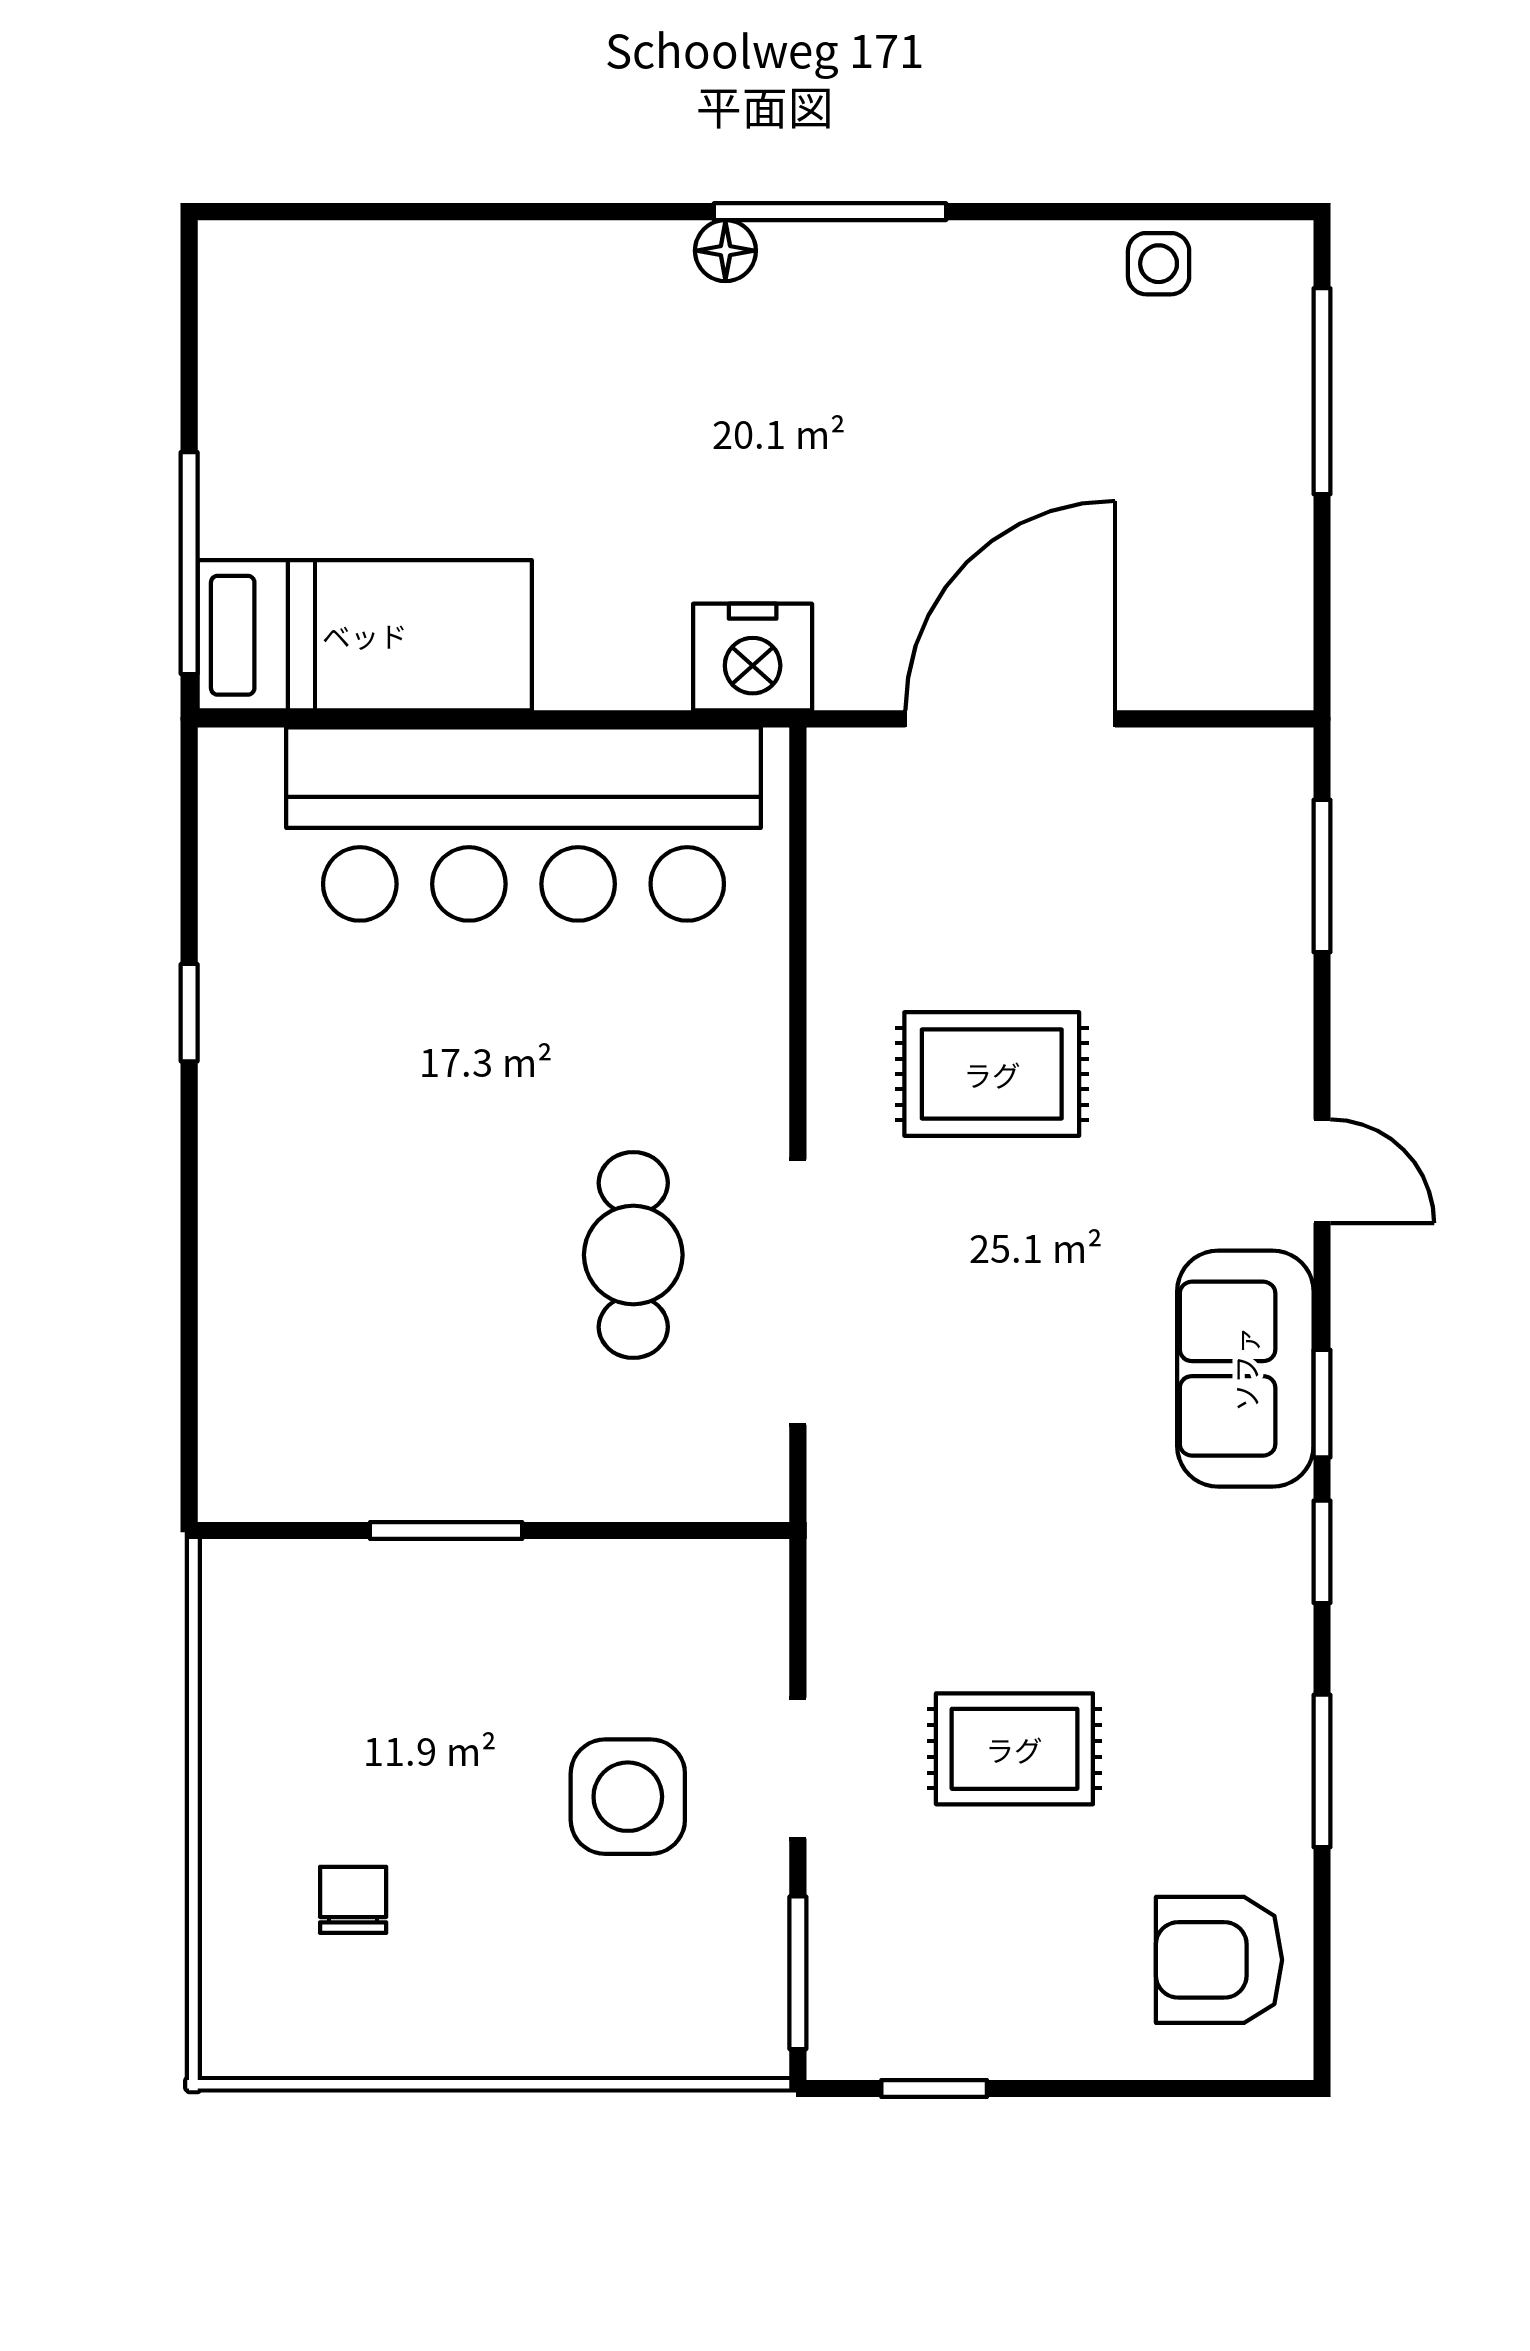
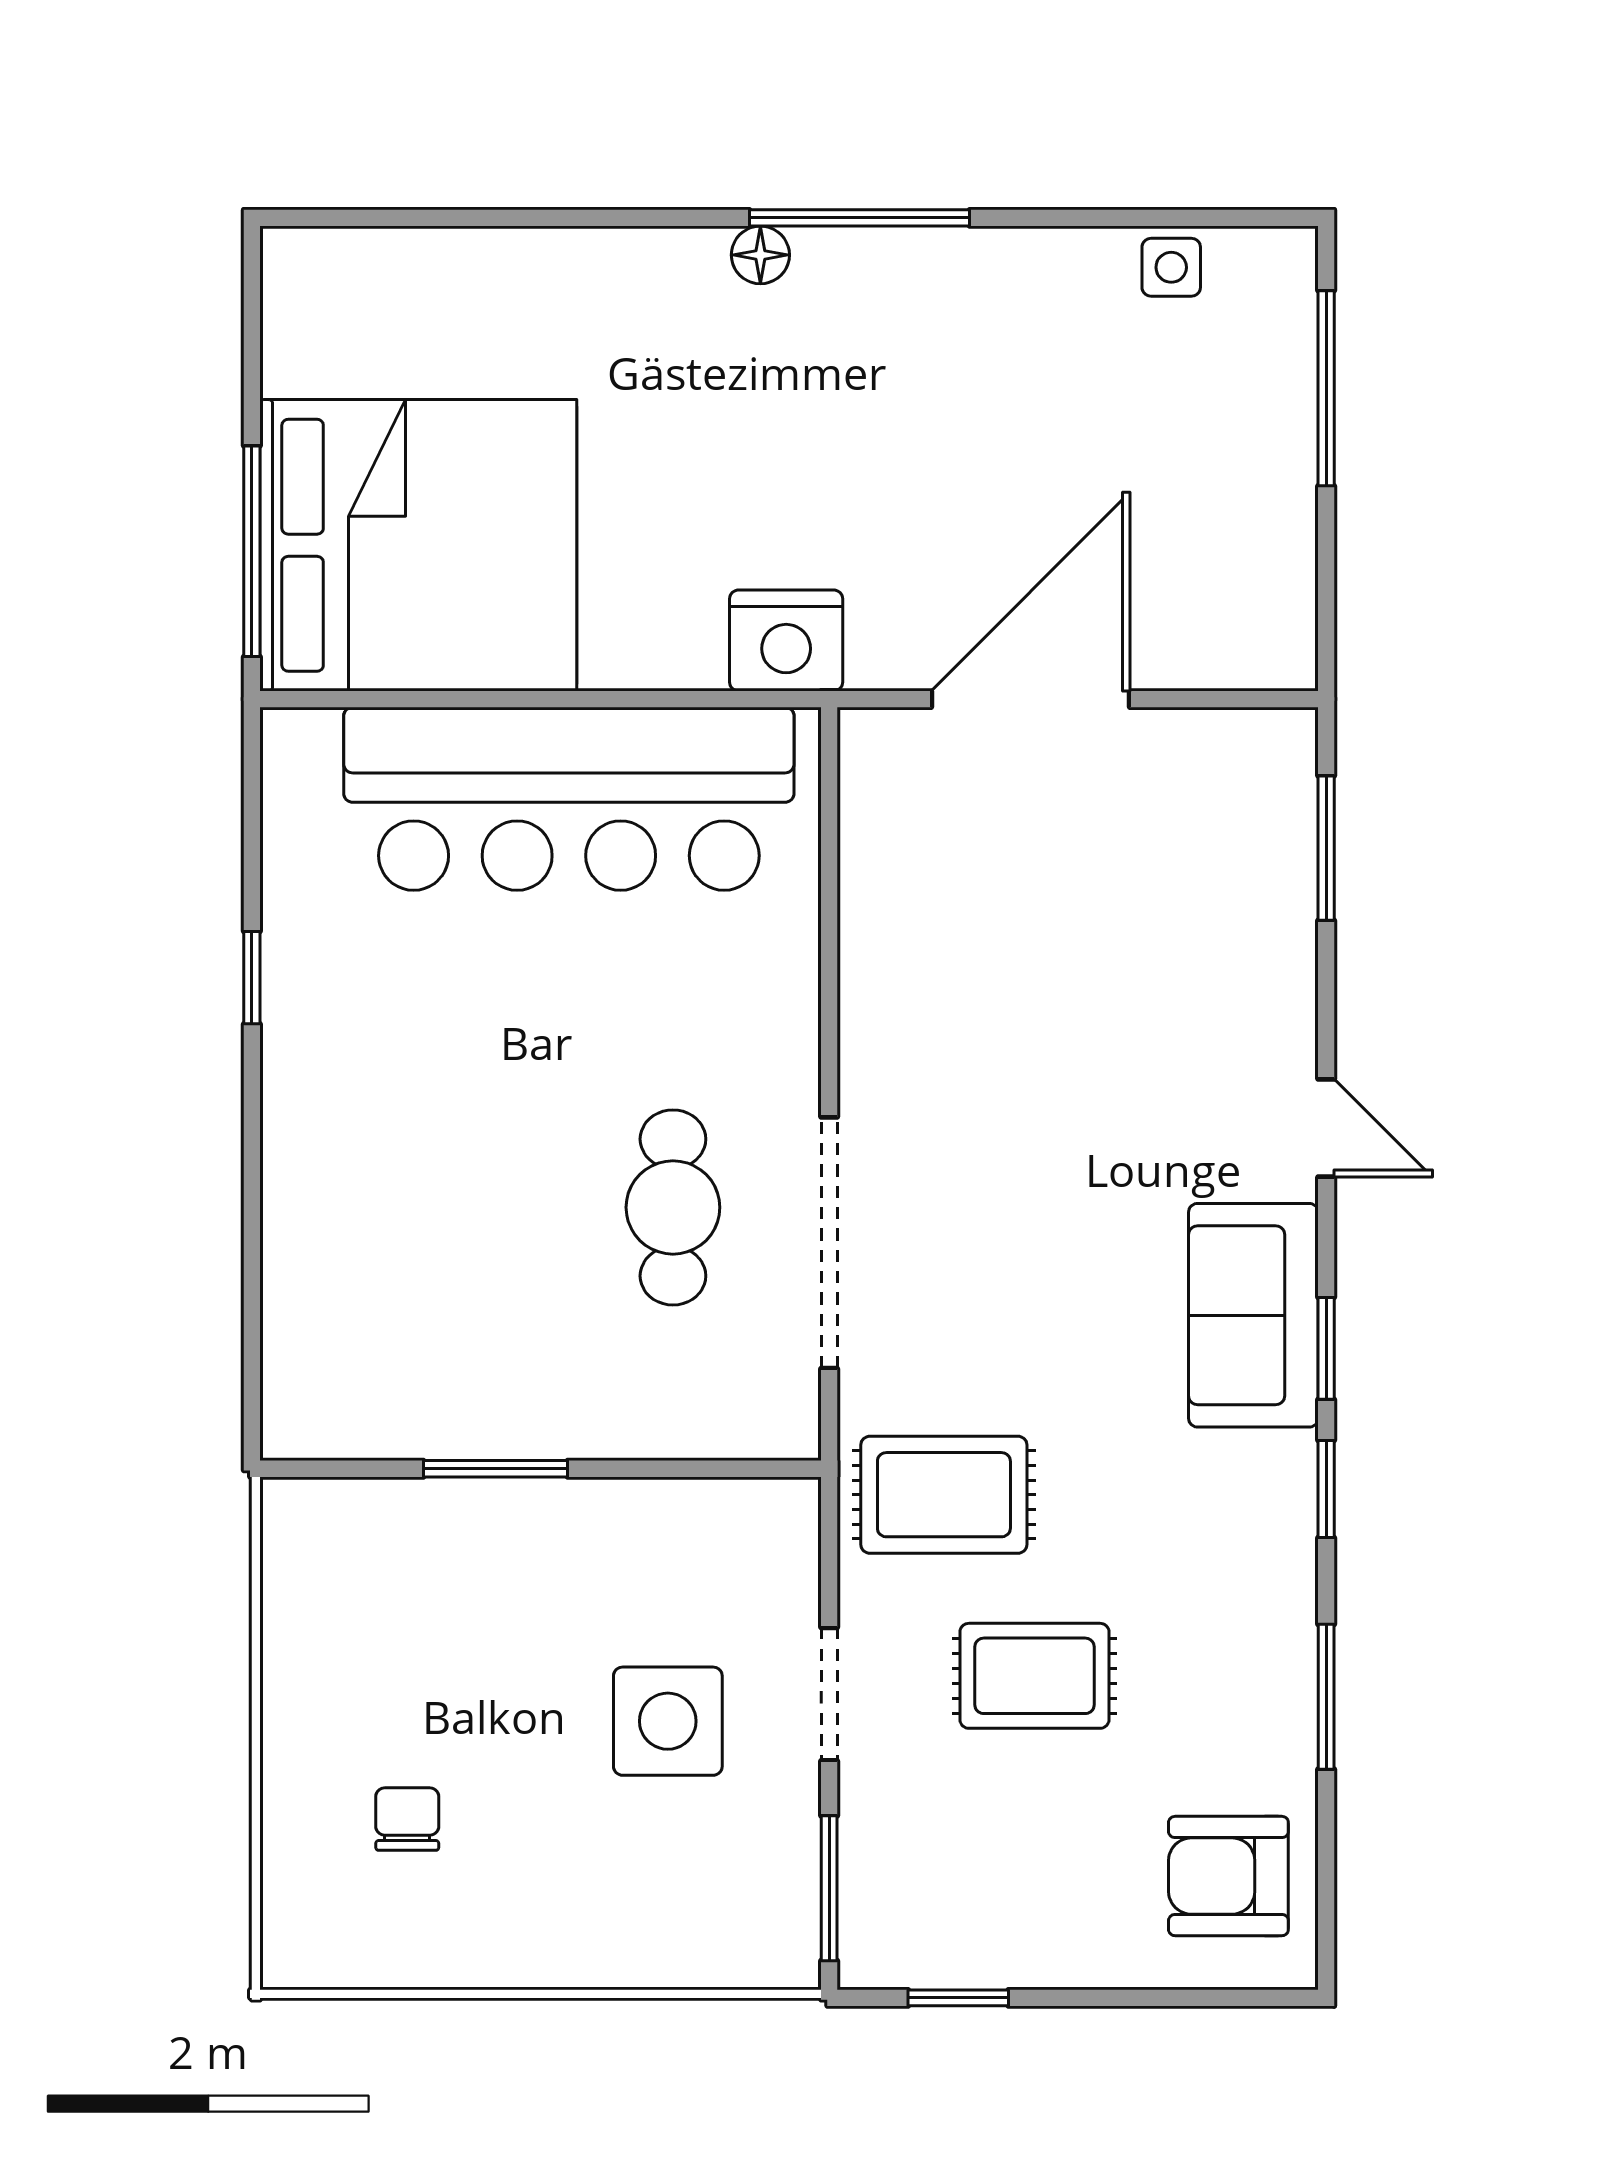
bed: (365, 635) -> (418, 545), width x2.04
rug: (992, 1074) -> (944, 1495), moved

